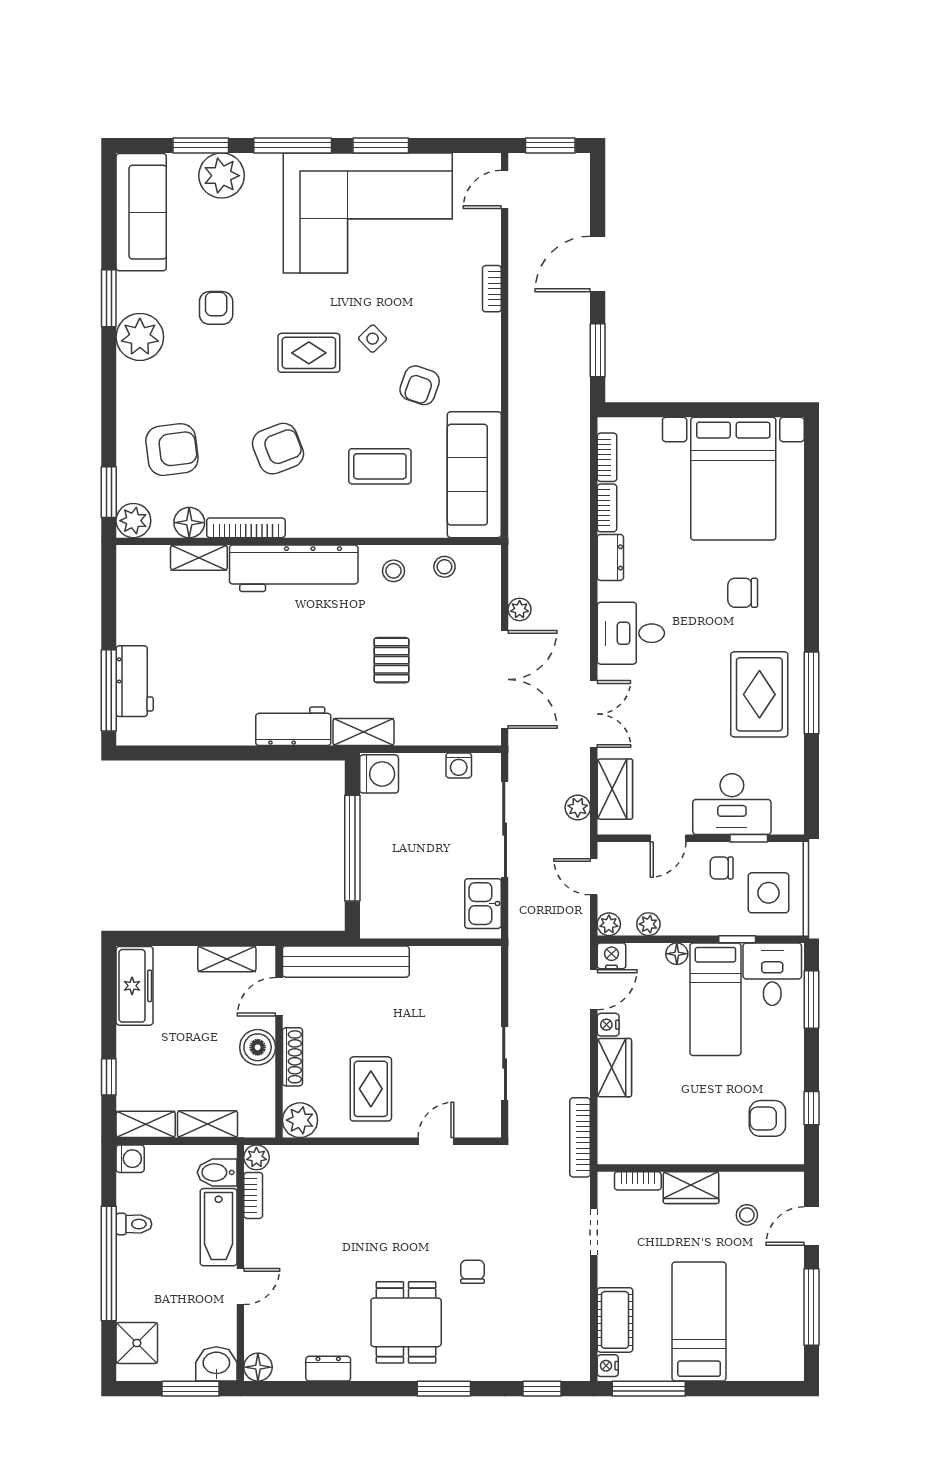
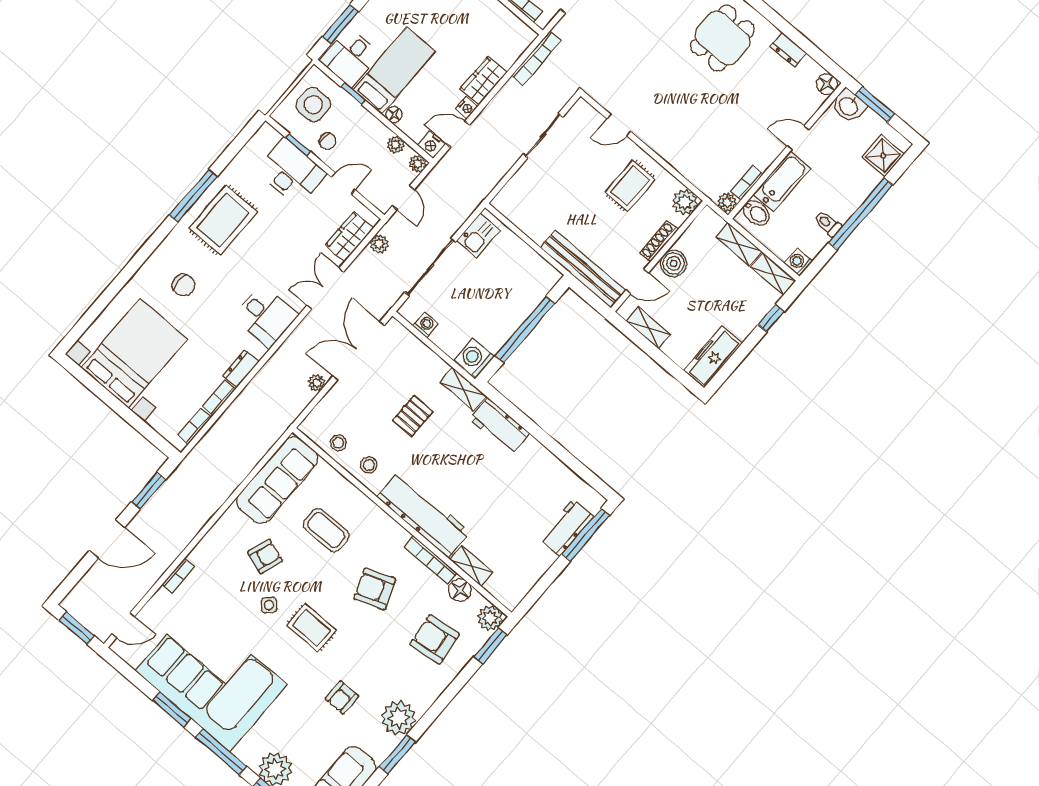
chair: (473, 1272) -> (661, 34), removed

